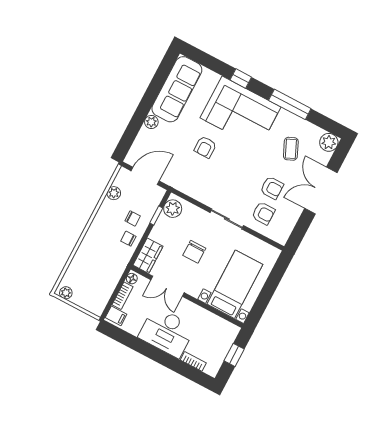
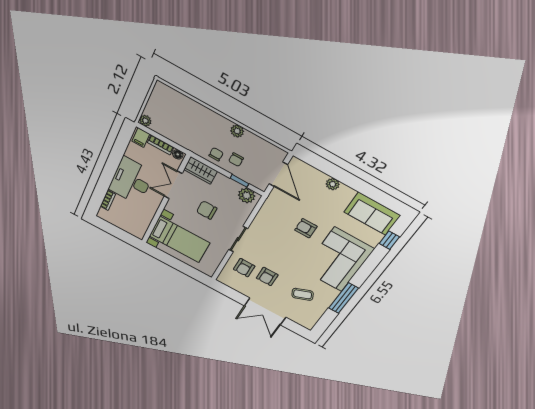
window: (241, 79) -> (389, 240), moved
sofa: (177, 89) -> (372, 214), width x0.73
plant: (329, 142) -> (308, 322), removed
double door: (321, 190) -> (265, 311), swing flipped
plant: (114, 193) -> (237, 131), moved
plant: (66, 293) -> (145, 121), moved
window: (234, 355) -> (118, 233), removed

